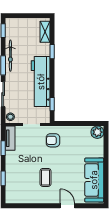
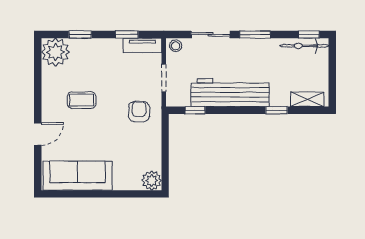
bicycle: (10, 56) -> (304, 46), moved
plant: (15, 194) -> (55, 52), added

